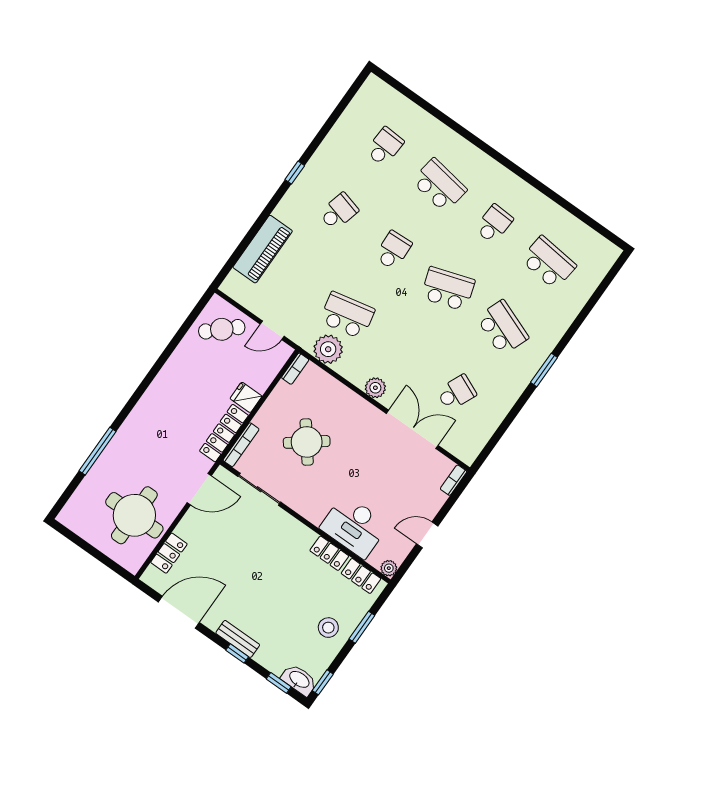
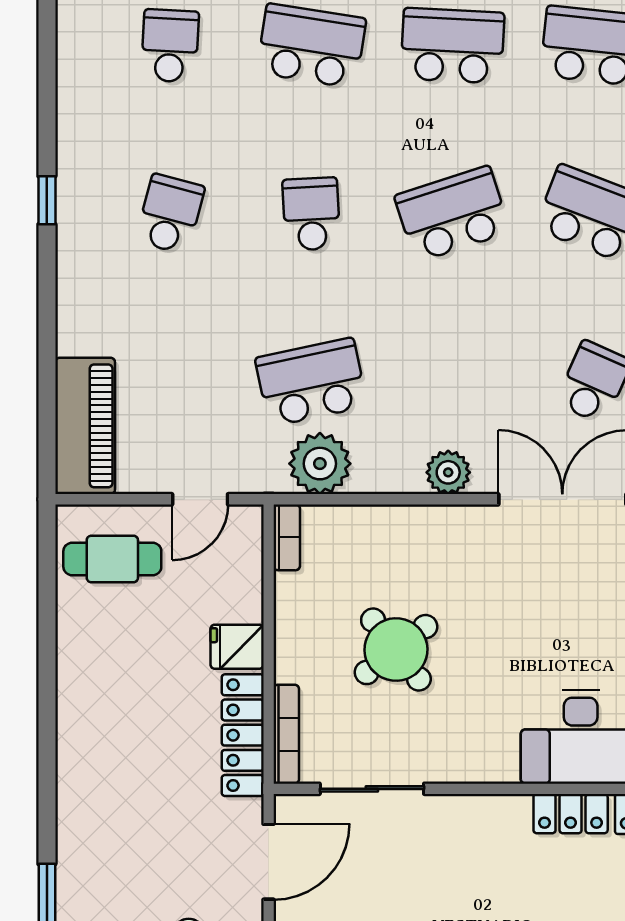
school desk: (494, 224) -> (452, 46), width x1.85
piano: (263, 249) -> (85, 426), moved
cafe table: (222, 329) -> (112, 559), turned 43

